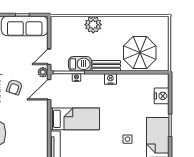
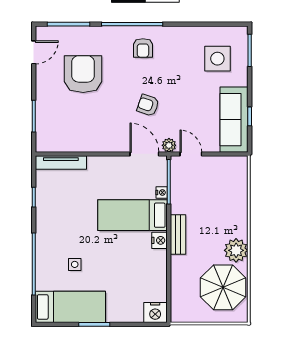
plant: (93, 25) -> (236, 250), moved
parasol: (140, 53) -> (223, 287), moved
barbecue: (80, 64) -> (181, 197), removed
nightstand: (162, 96) -> (155, 312), moved
bed: (75, 119) -> (132, 215), moved, turned 90

